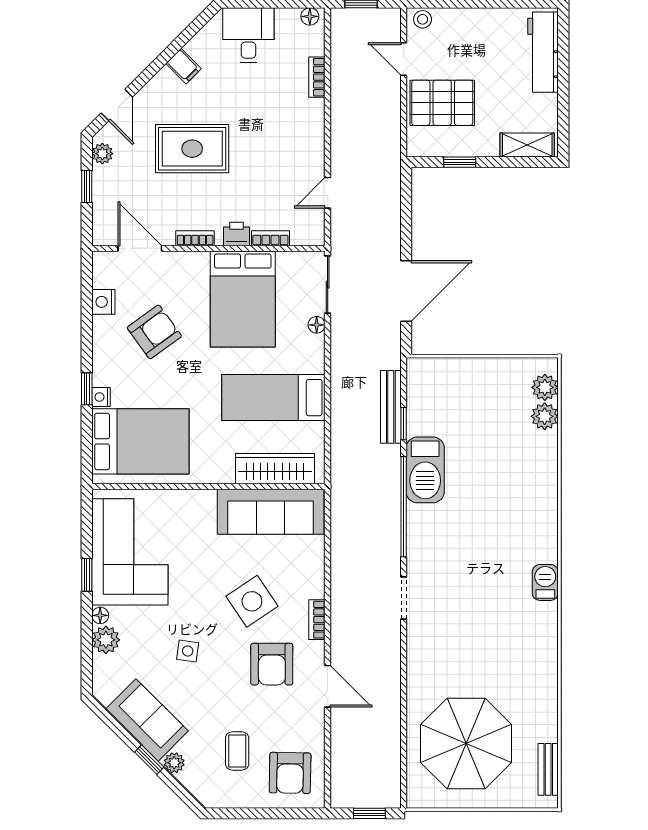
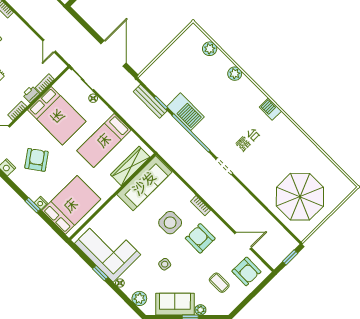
plant: (545, 387) -> (235, 74), moved
side table: (252, 601) -> (170, 223), turned 34
plant: (106, 640) -> (139, 298), moved
armchair: (272, 664) -> (200, 238), turned 180
door: (328, 686) -> (243, 241), moved
bench: (548, 769) -> (339, 176), removed

